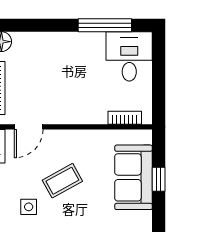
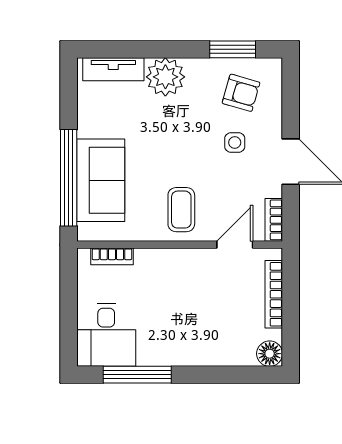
window: (159, 179) -> (69, 178), width x3.17
coffee table: (62, 181) -> (181, 210), moved, turned -61

